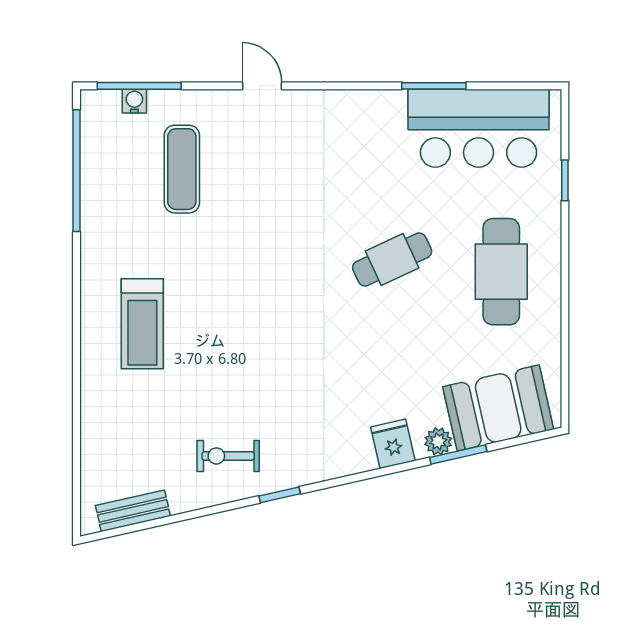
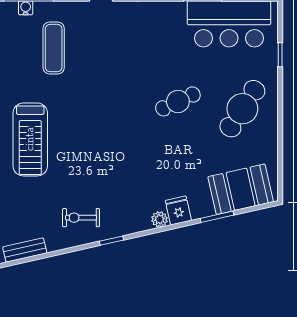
cafe table: (501, 272) -> (242, 109), turned 33
treadmill: (142, 324) -> (30, 139), width x1.37, depth x1.38
plant: (438, 441) -> (159, 219), moved

